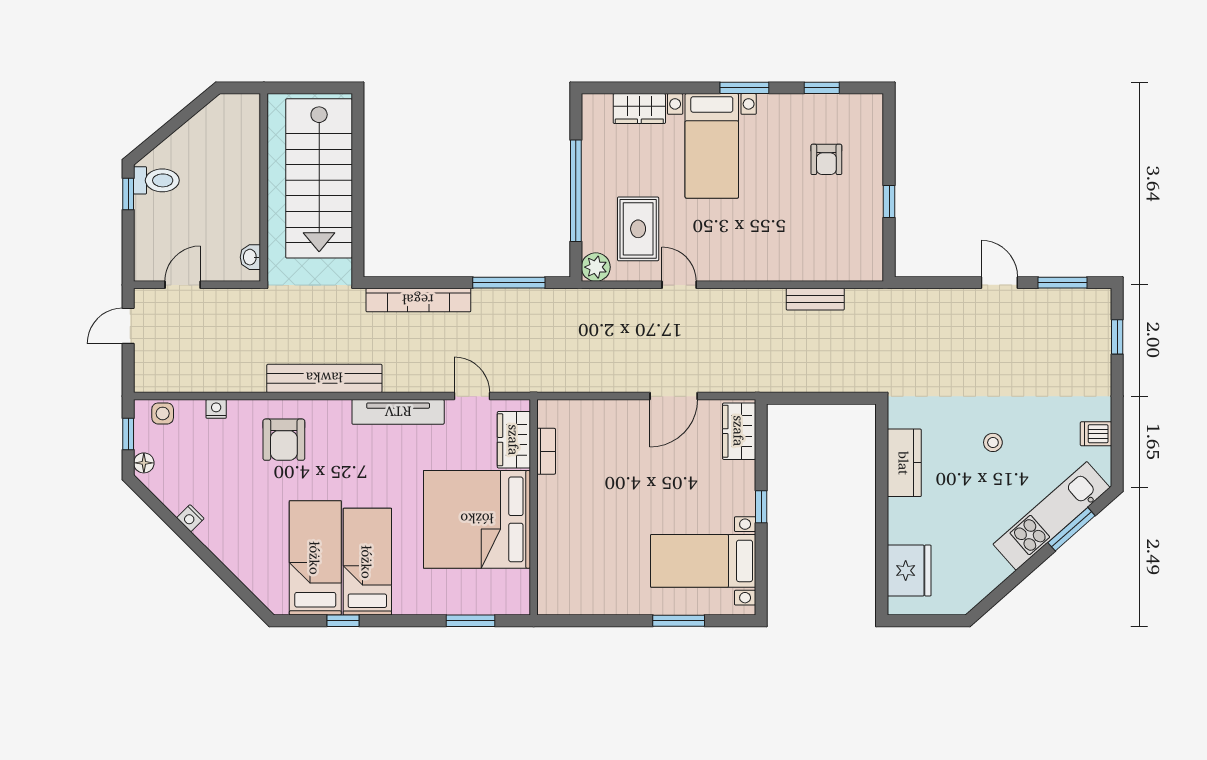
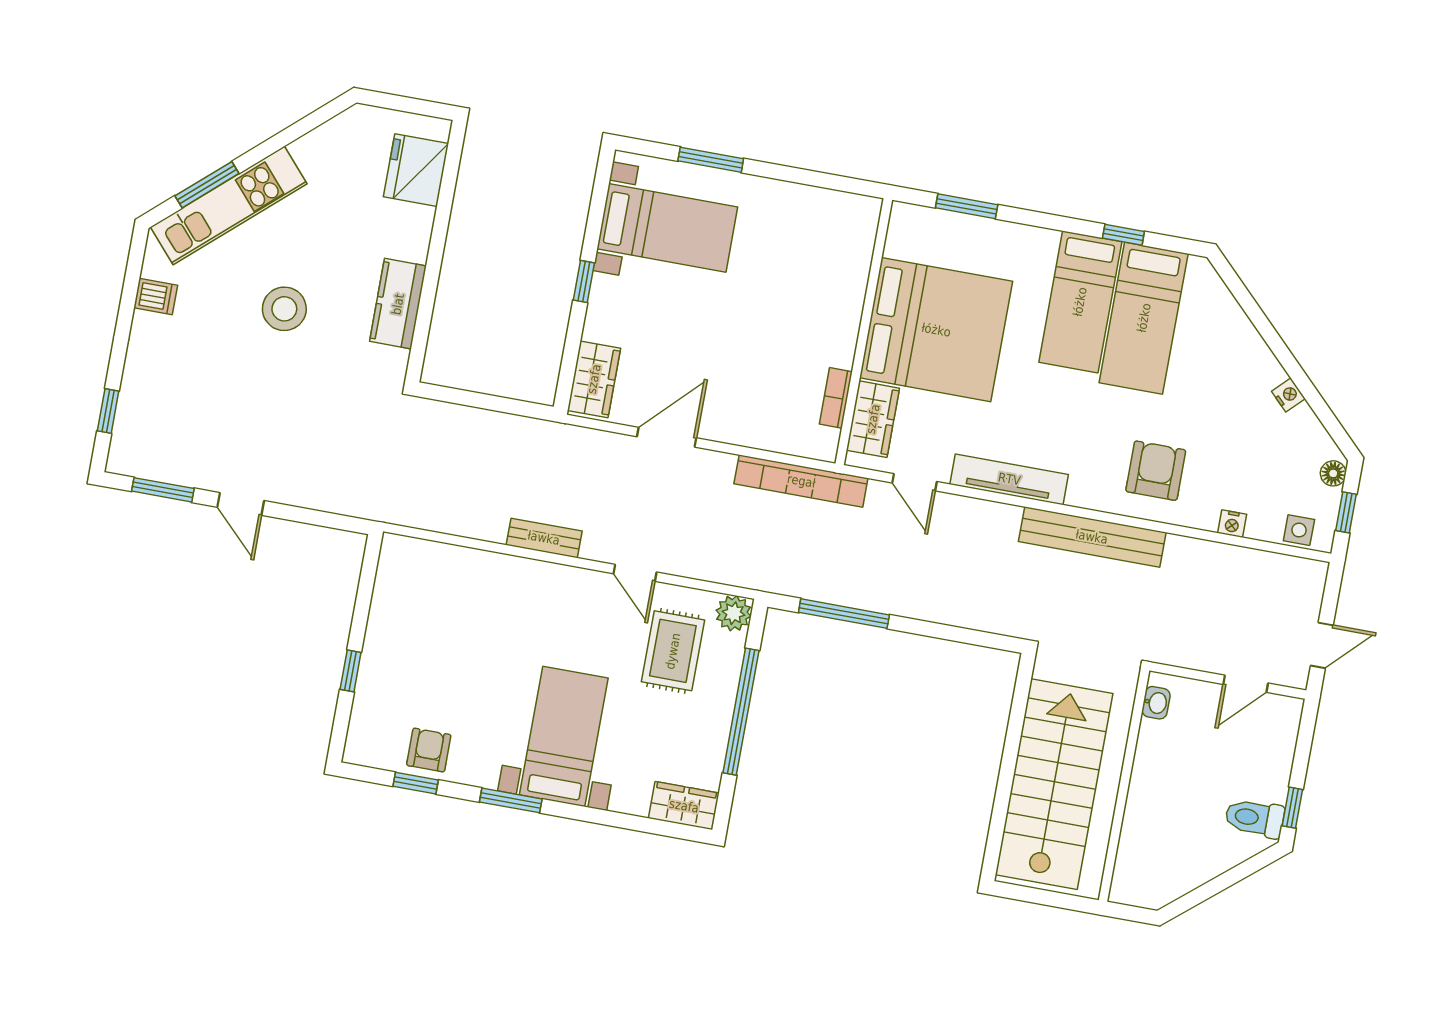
wardrobe: (639, 109) -> (684, 806), moved
armchair: (826, 159) -> (429, 750), moved
window: (889, 201) -> (351, 671), moved
bench: (815, 299) -> (544, 538), moved
bookcase: (418, 300) -> (801, 481), moved, turned 180
stool: (993, 442) -> (284, 309), width x1.89, depth x1.89

